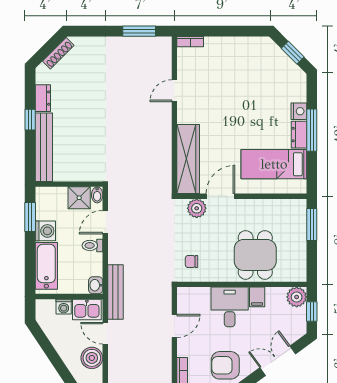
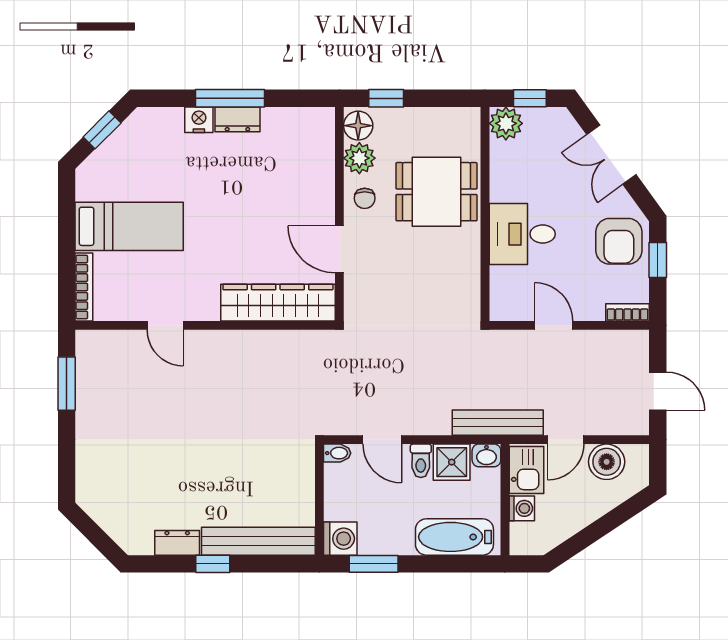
bookcase: (190, 42) -> (84, 287), width x1.56
shoe rack: (58, 53) -> (103, 517), removed
bed: (274, 164) -> (129, 226), moved, turned -90
shower: (79, 198) -> (452, 462), moved
plant: (197, 208) -> (359, 158), moved
floor lamp: (295, 208) -> (358, 126), added
window: (312, 225) -> (386, 98), width x0.67
washing machine: (45, 231) -> (340, 539), moved, turned 90
chair: (192, 262) -> (365, 198), moved
filing cabinet: (257, 297) -> (506, 189), removed

